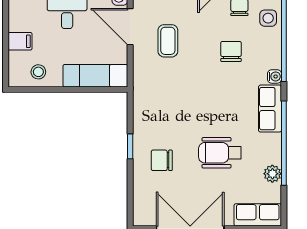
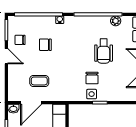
side table: (268, 18) -> (92, 94), moved
row of seats: (270, 109) -> (78, 22), removed
chair: (162, 160) -> (92, 78), moved

